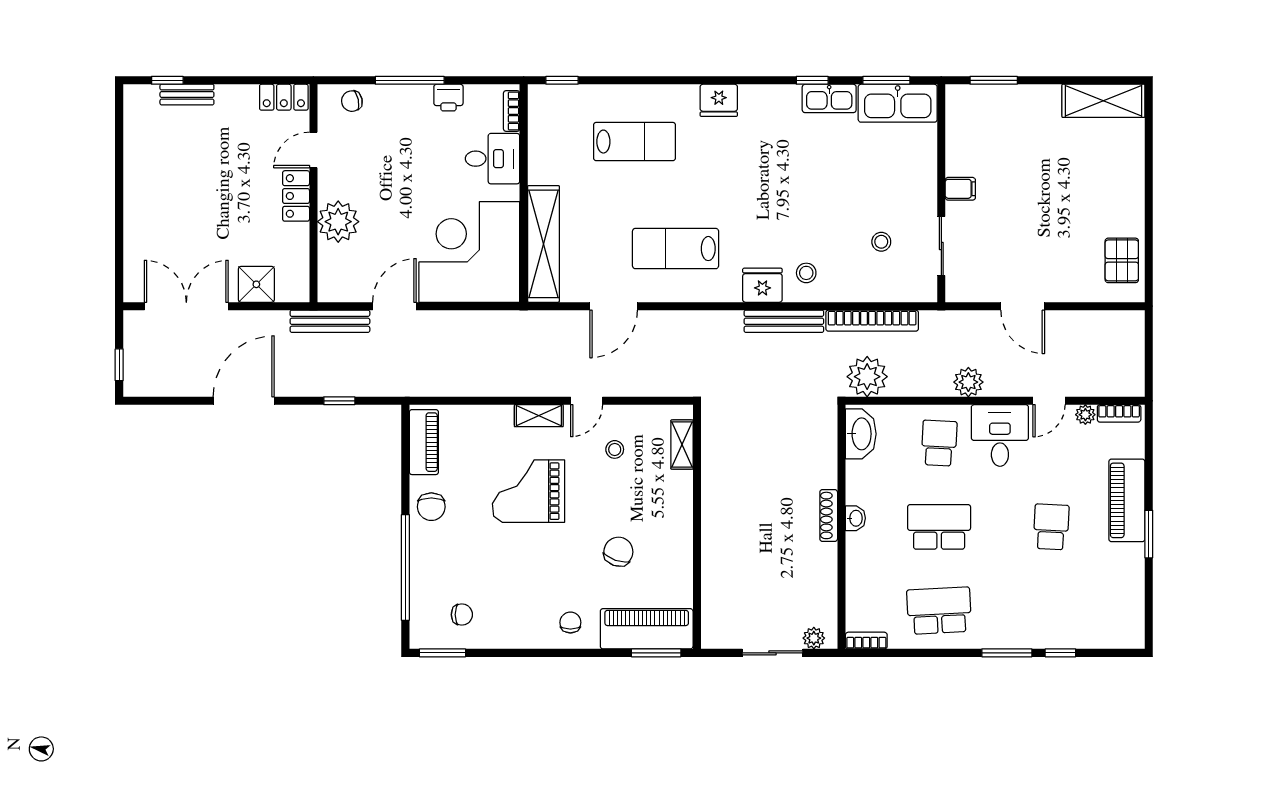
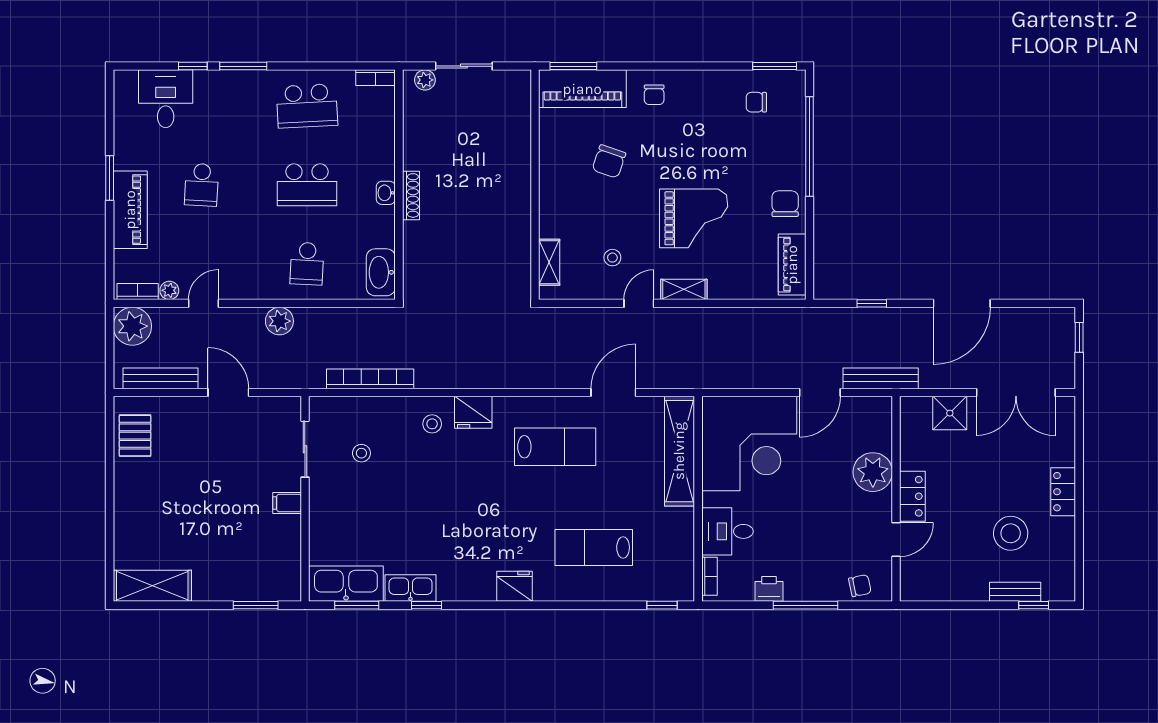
locker: (284, 97) -> (1063, 492), moved, turned -90
stool: (192, 157) -> (1011, 533), added
bench: (784, 321) -> (160, 378), moved
plant: (867, 377) -> (132, 326), moved
desk: (1000, 436) -> (166, 99), moved, turned 180

